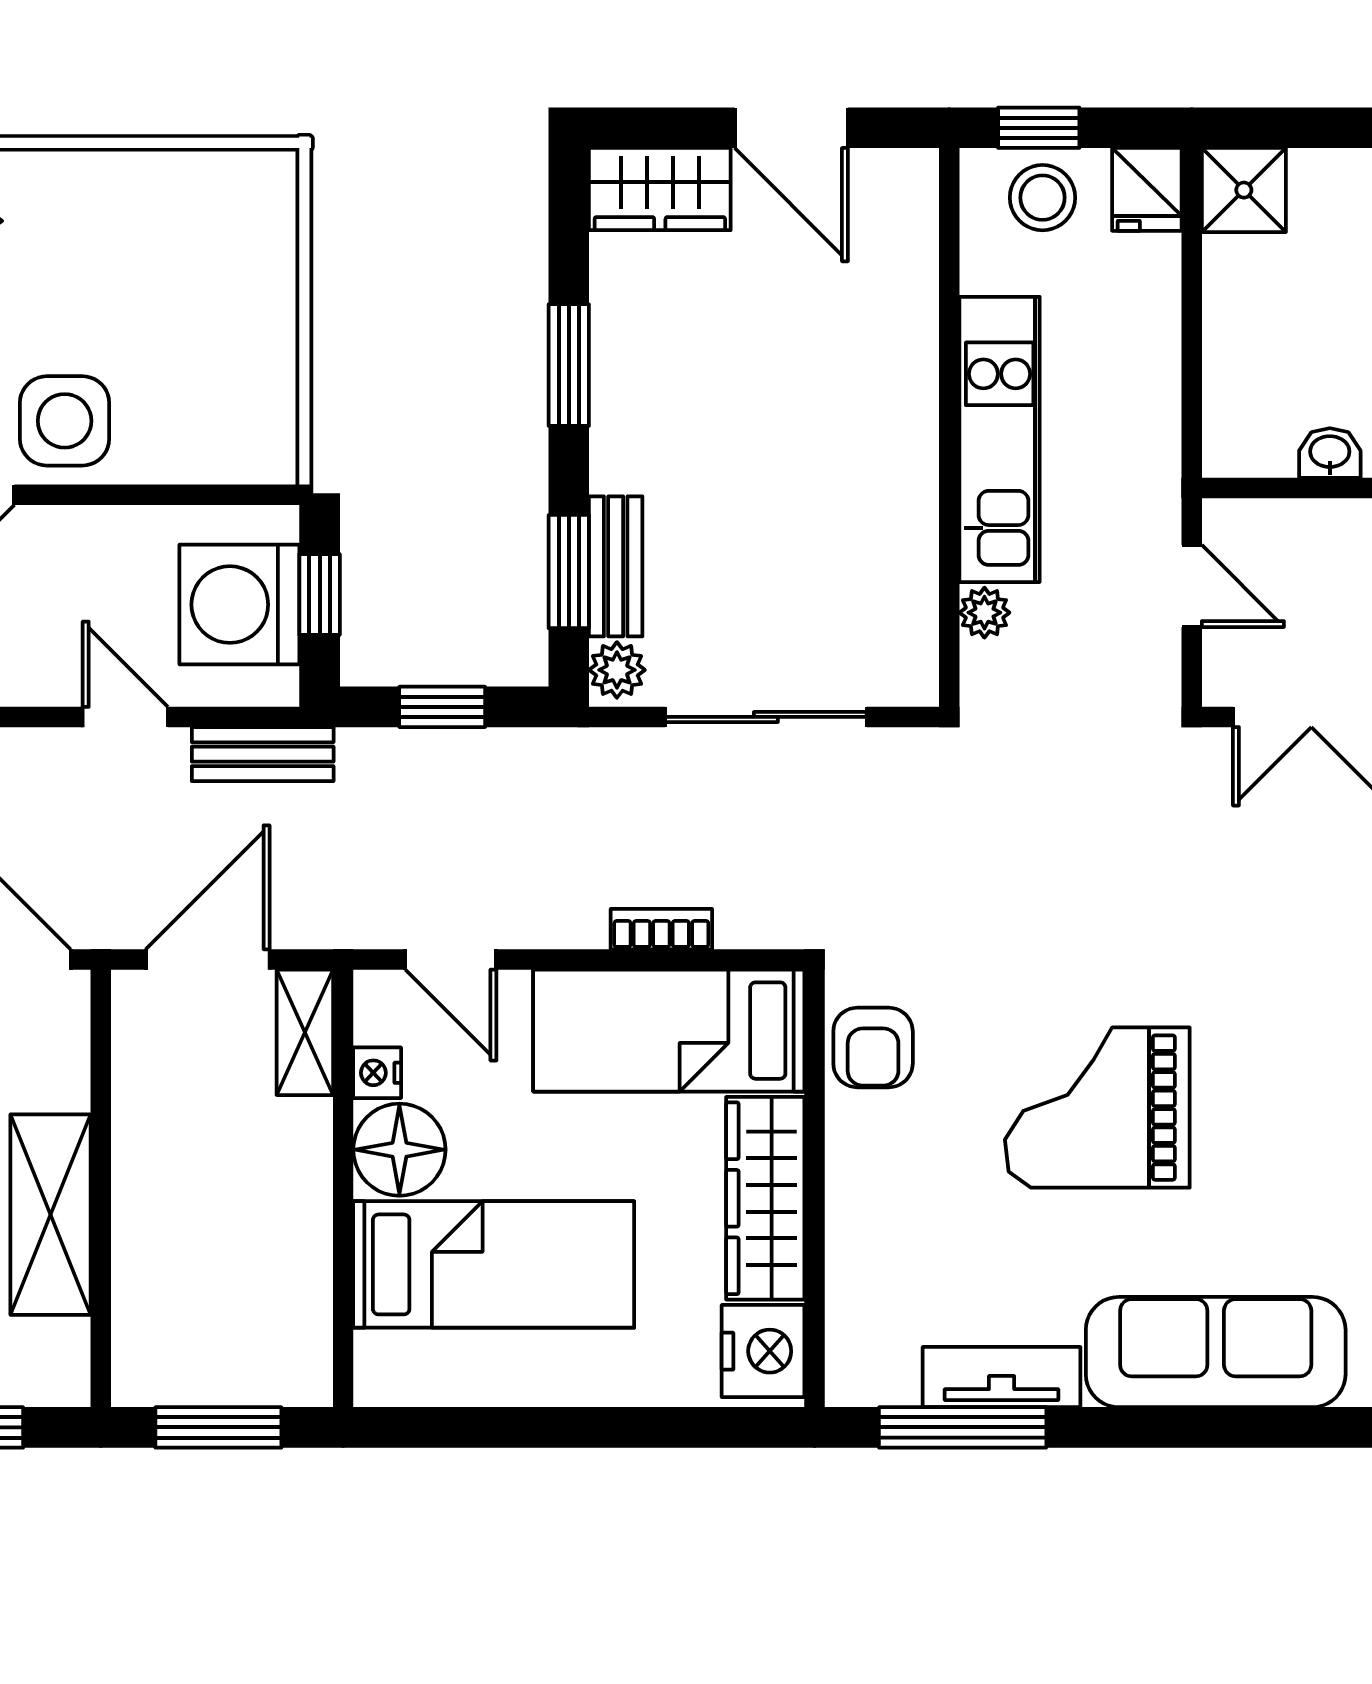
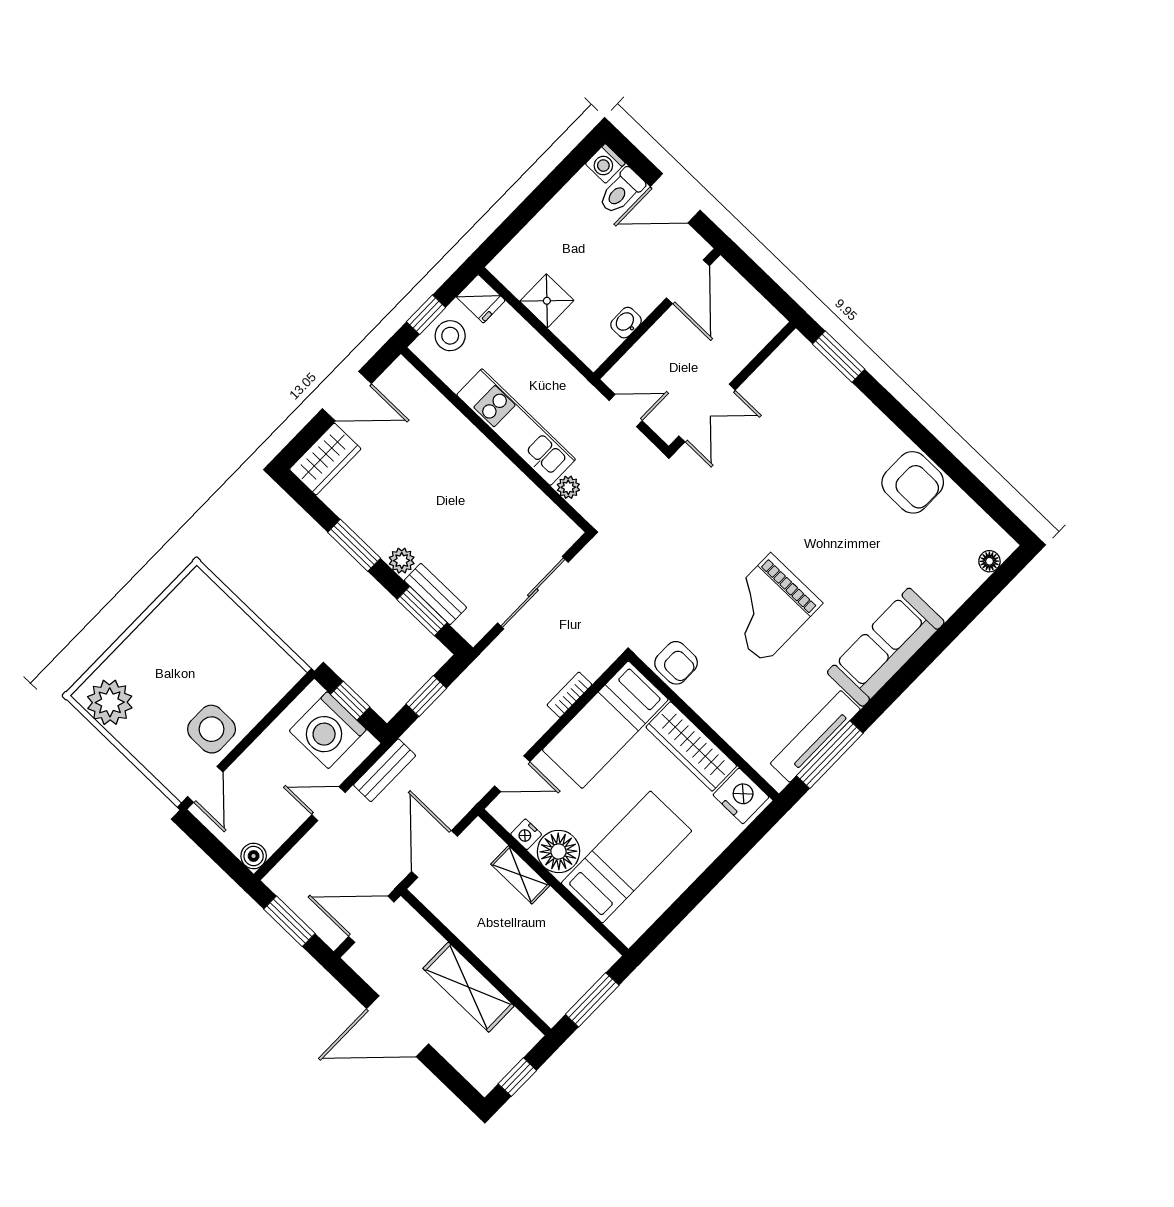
shower: (1244, 190) -> (547, 301), moved
plant: (617, 670) -> (402, 561), moved
shelving: (305, 1032) -> (520, 875), moved
tv unit: (1002, 1377) -> (815, 736), width x1.41

